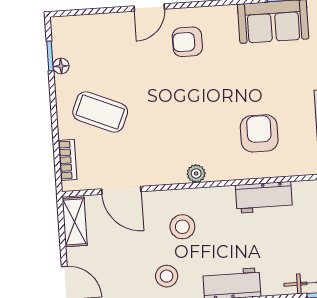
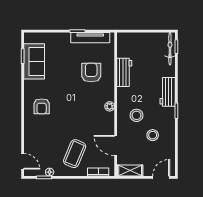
door: (149, 7) -> (23, 161), moved
armchair: (259, 133) -> (91, 73), turned 90
door: (121, 190) -> (116, 145), swing flipped
stool: (167, 276) -> (153, 135), moved

